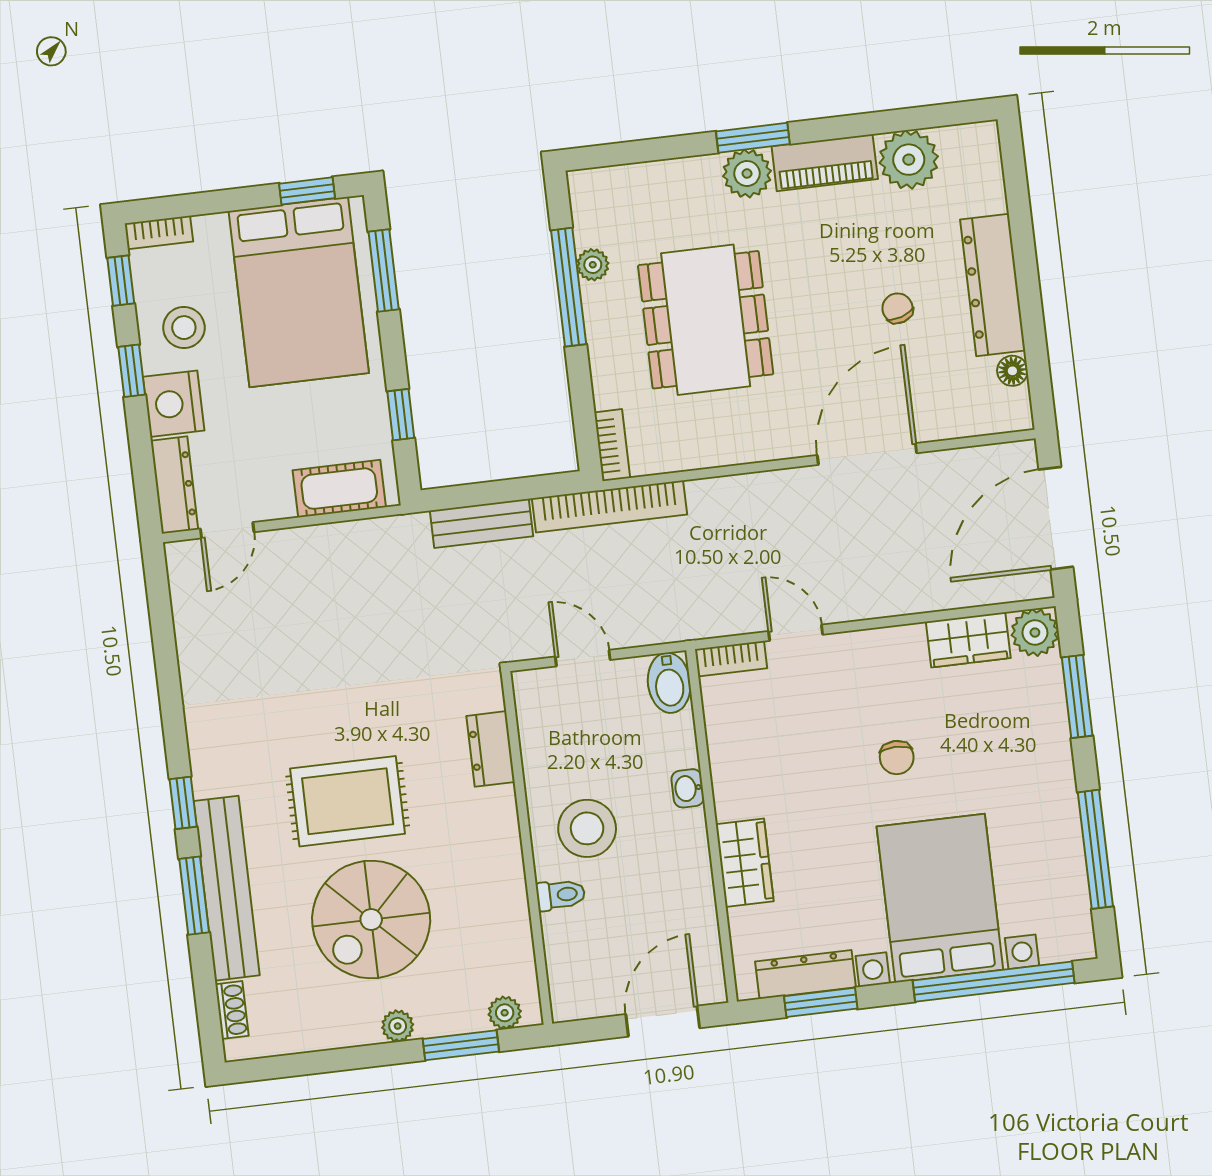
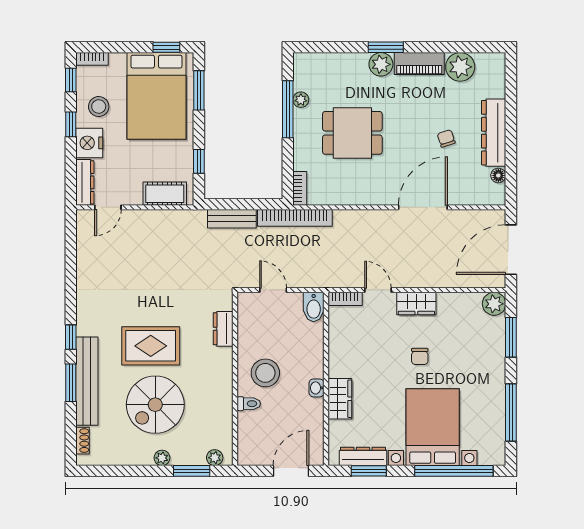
dining table: (706, 320) -> (352, 133), width x0.73
wardrobe: (968, 640) -> (416, 303), moved
washbasin: (688, 788) -> (317, 388), moved

